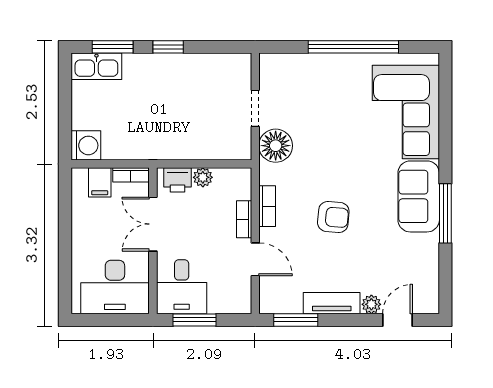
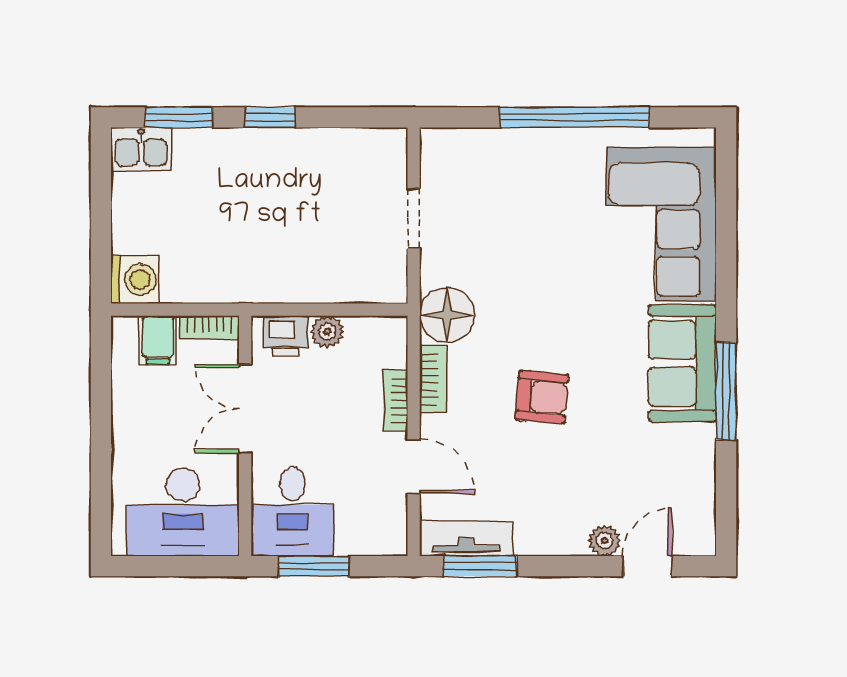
kitchen sink: (96, 66) -> (141, 149), width x0.73
floor lamp: (276, 146) -> (447, 315), moved
tv unit: (332, 303) -> (466, 538), moved

